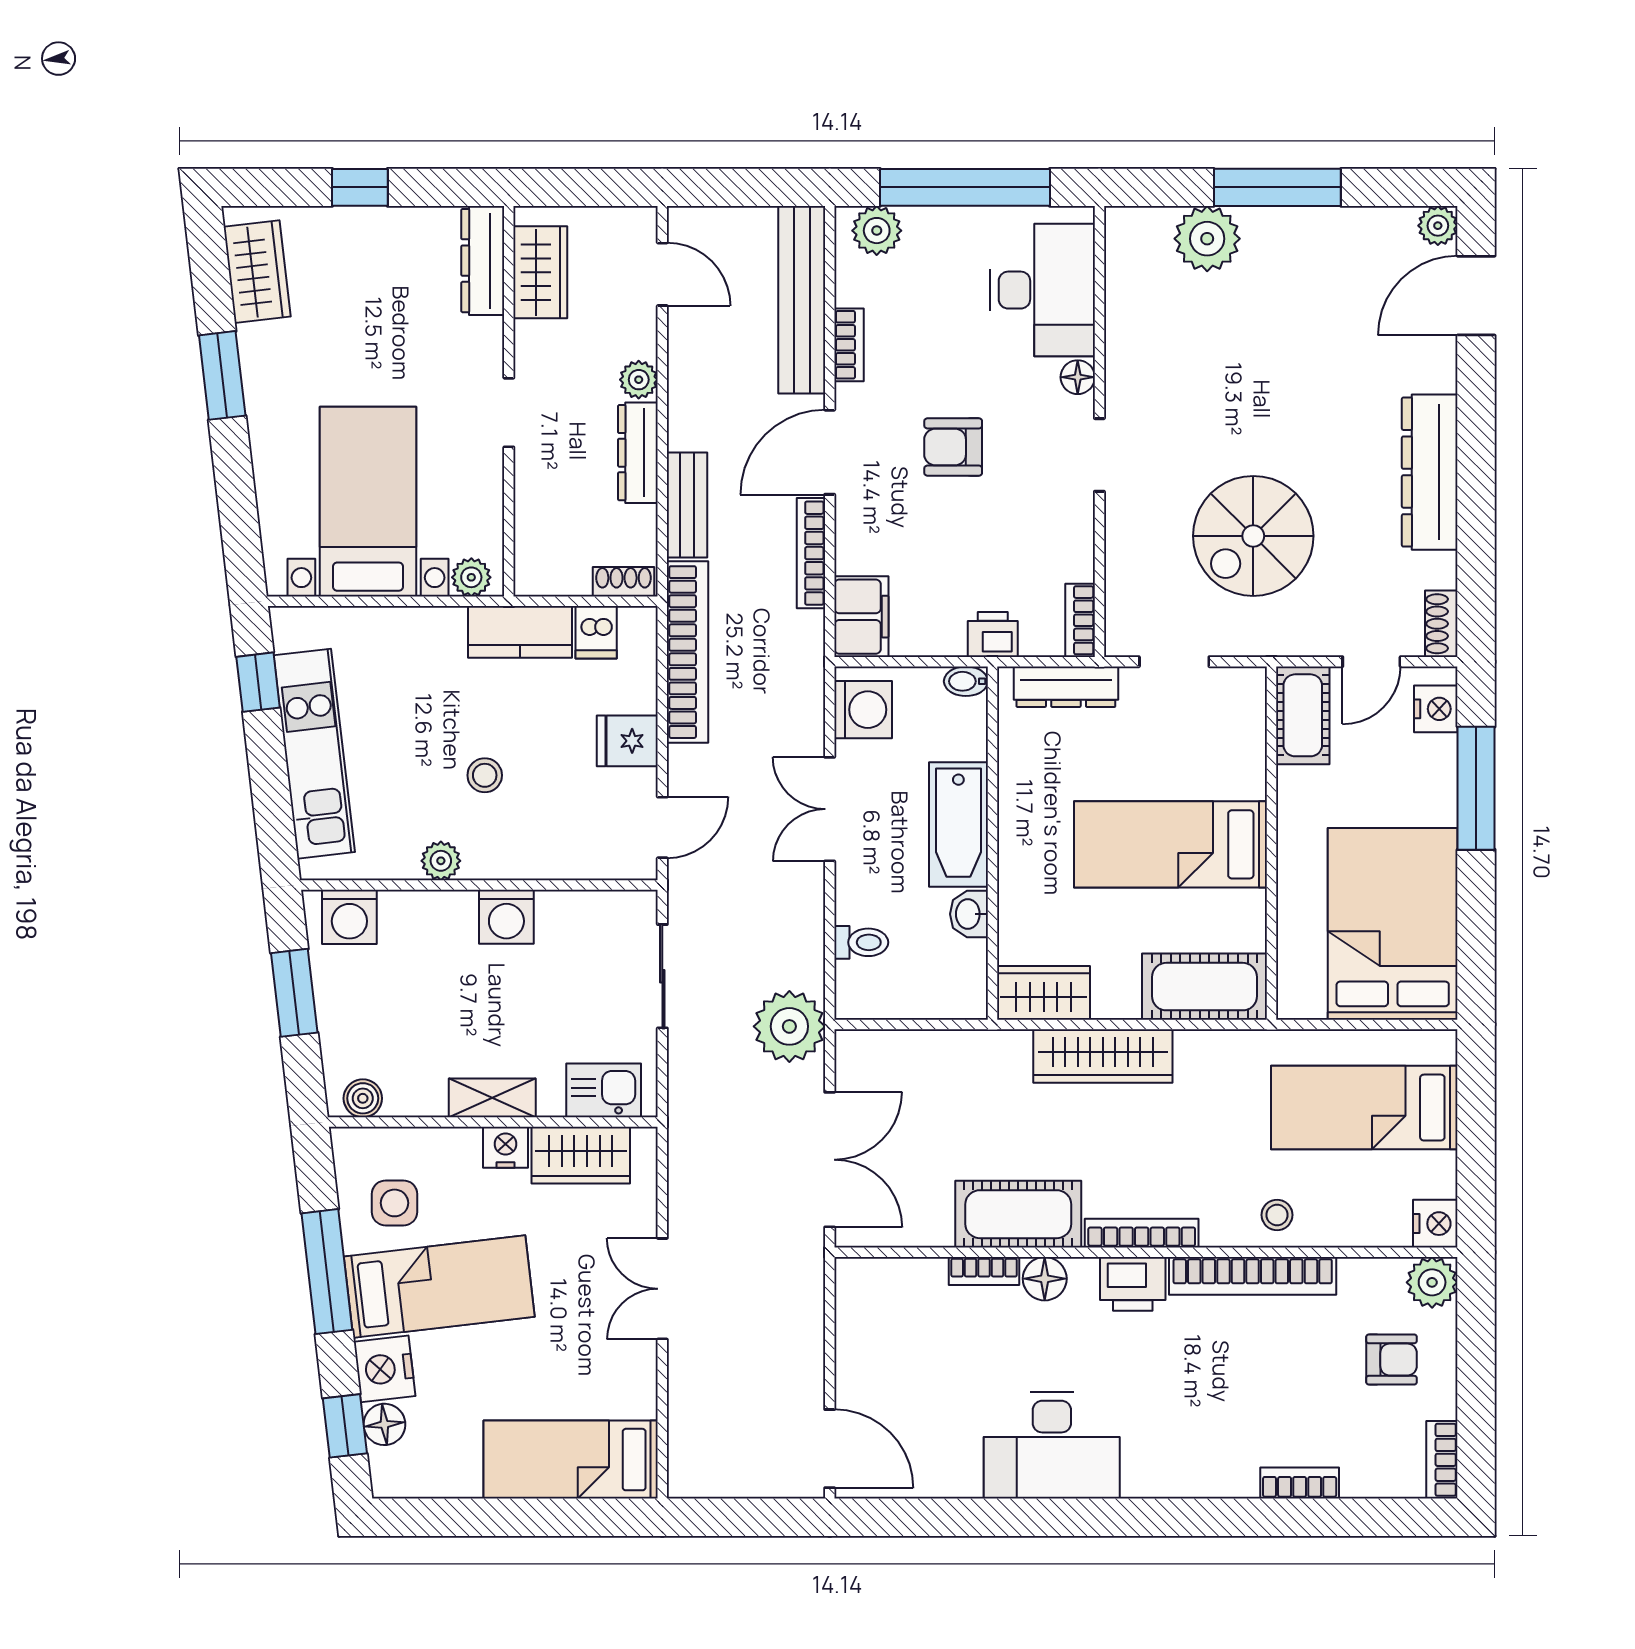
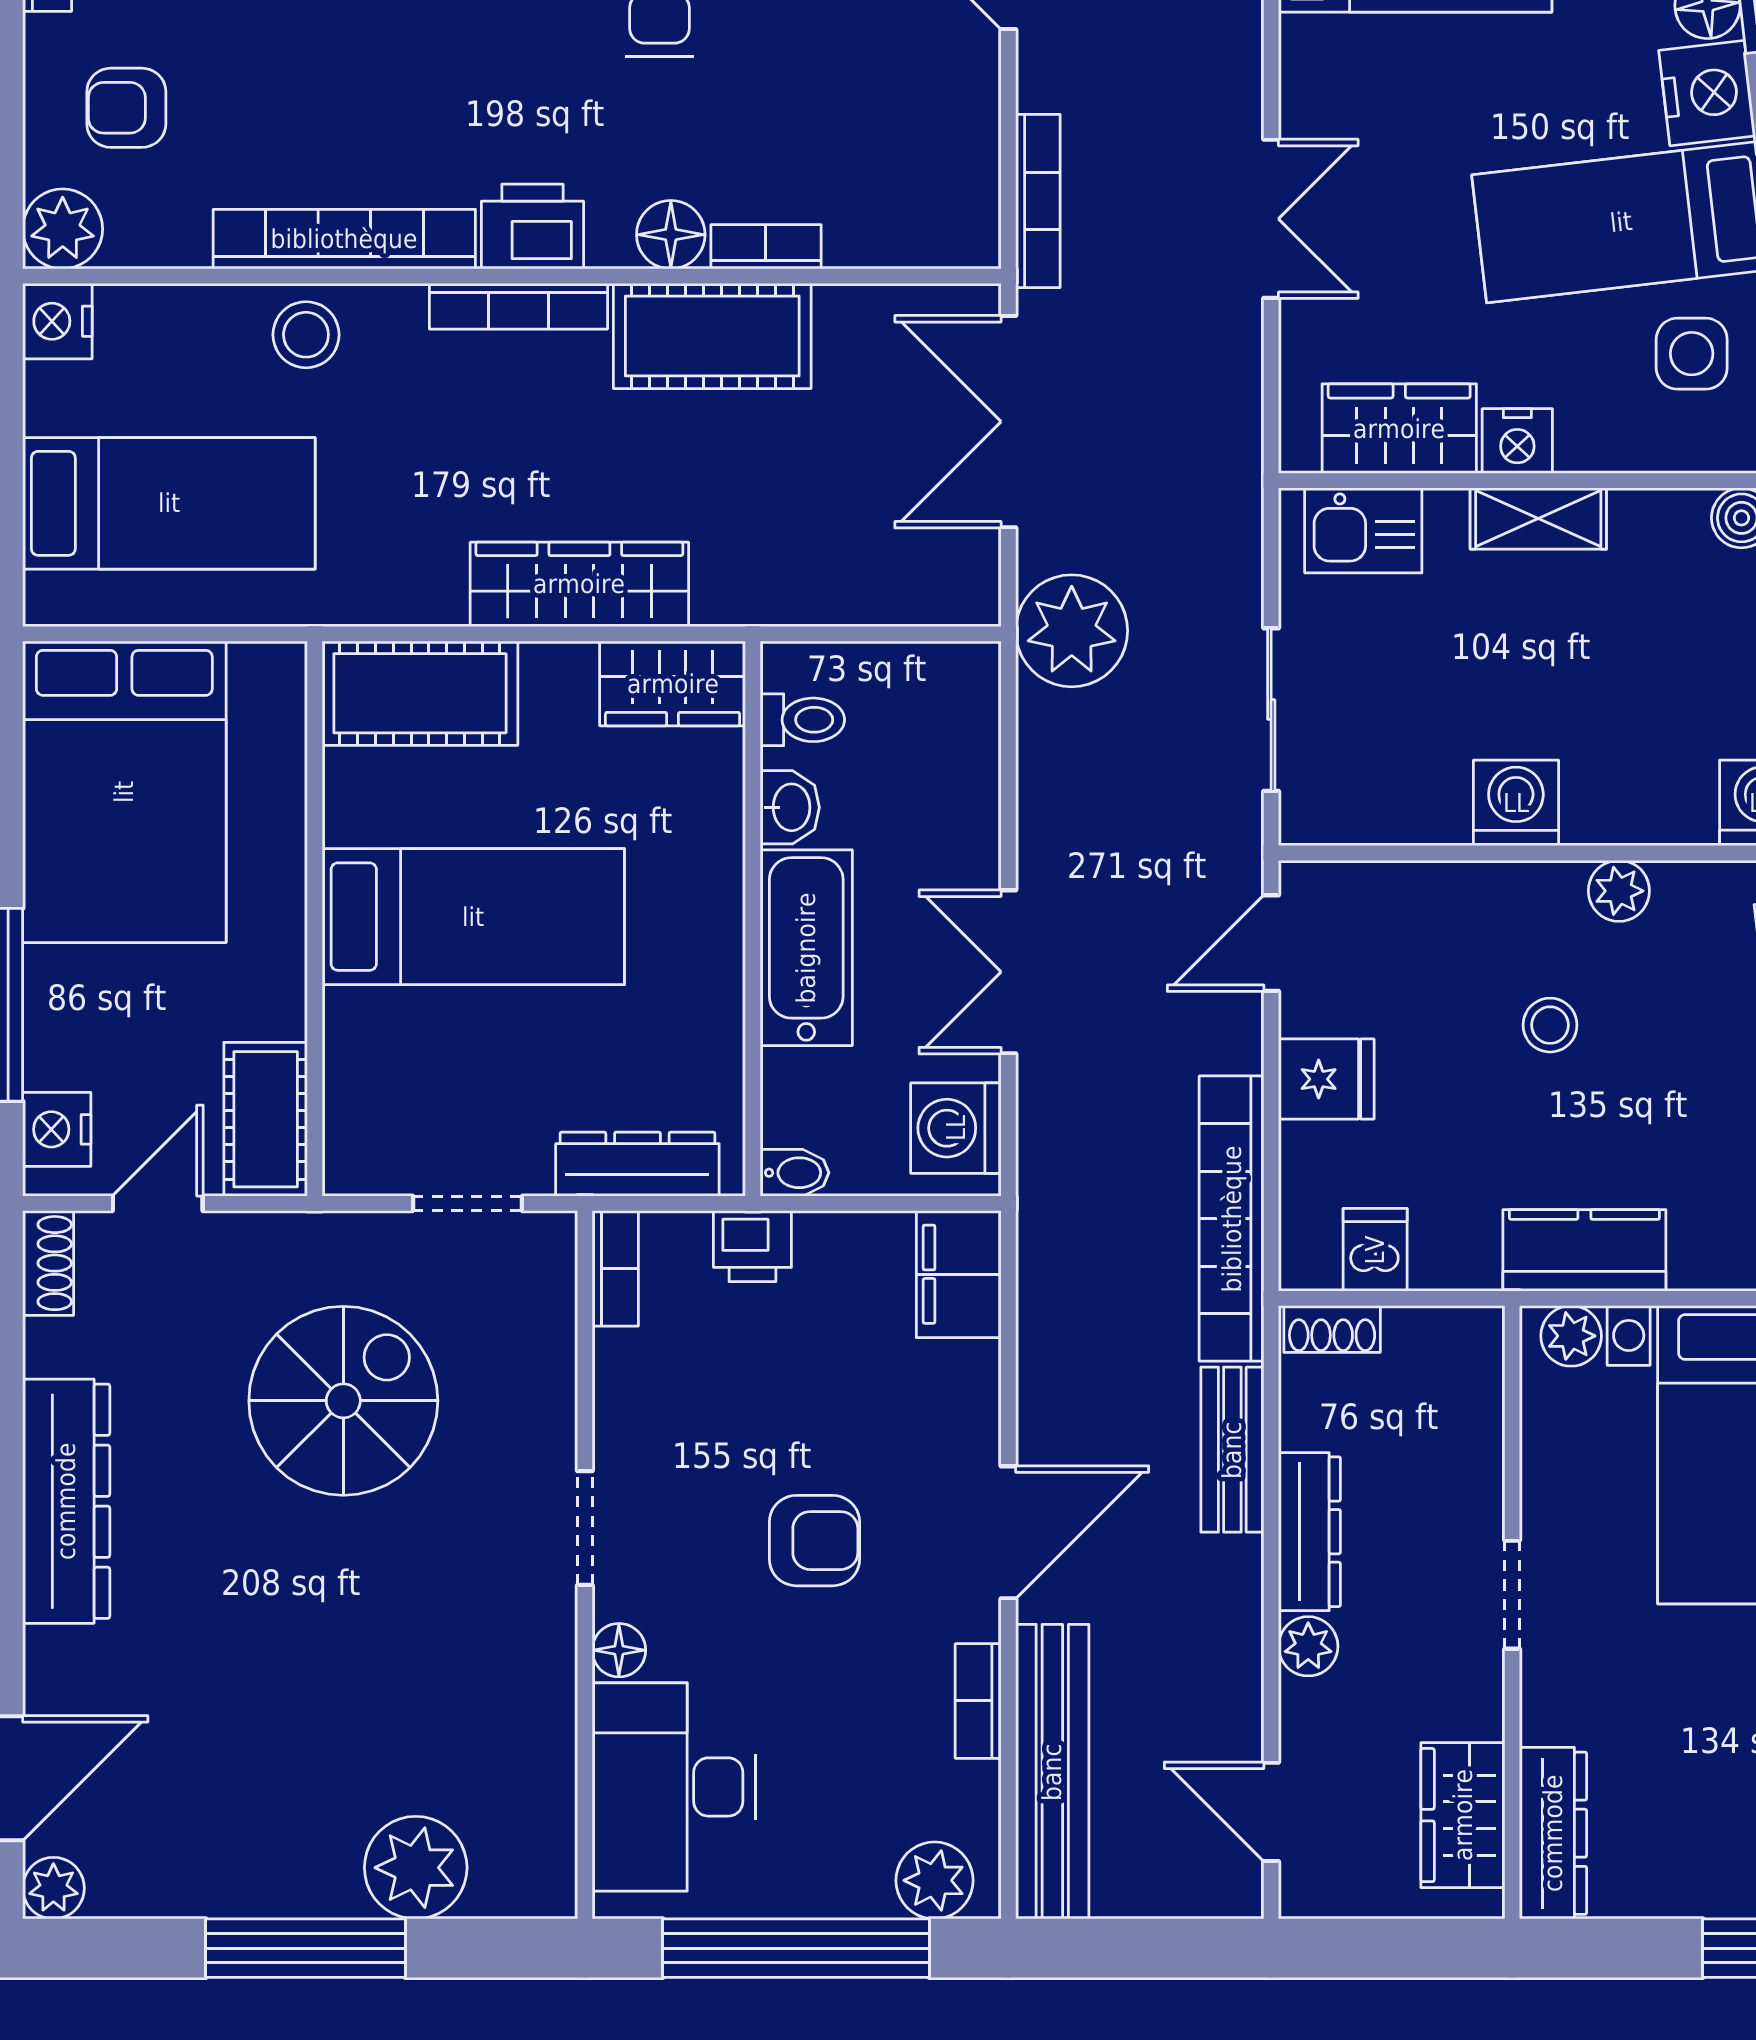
bookcase: (811, 553) -> (1038, 201), moved
kitchen counter: (520, 632) -> (1584, 1250), moved
double door: (830, 809) -> (1008, 972), swing flipped
toilet: (861, 942) -> (802, 720), moved, turned 180
stool: (1277, 1215) -> (306, 335), width x1.37, depth x1.37

